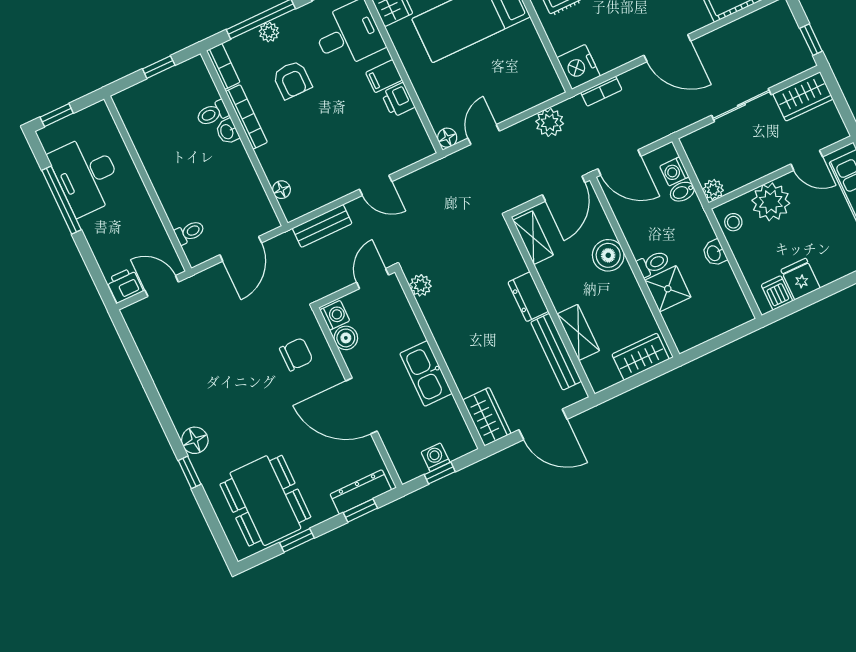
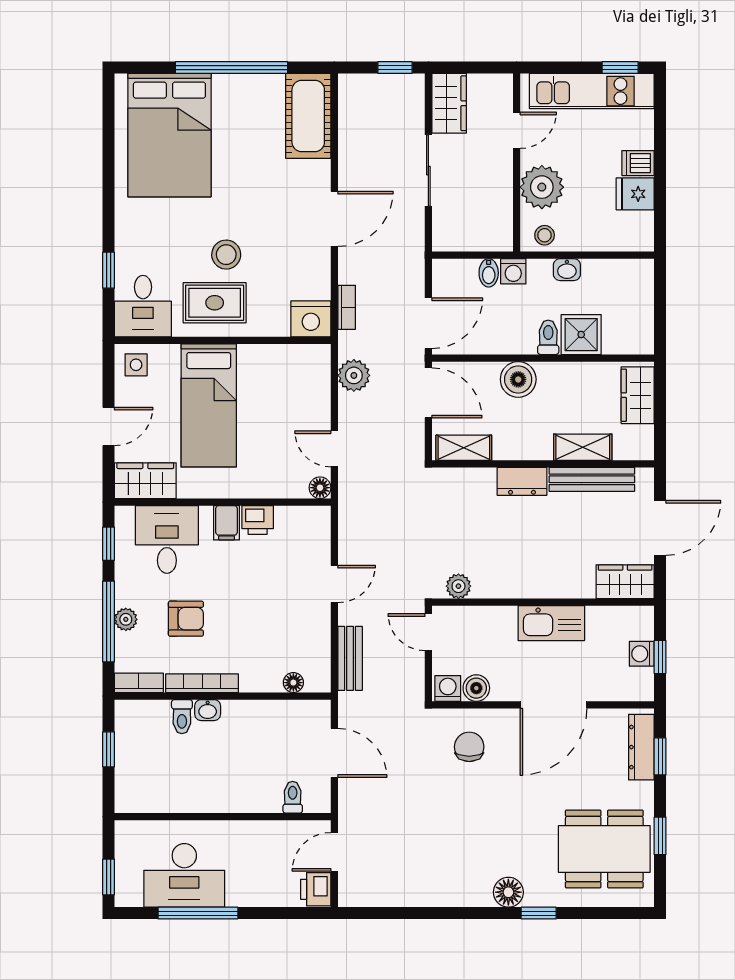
washing machine: (674, 171) -> (513, 271), moved
plant: (713, 190) -> (501, 240), removed
dishwasher: (777, 293) -> (638, 163), moved

